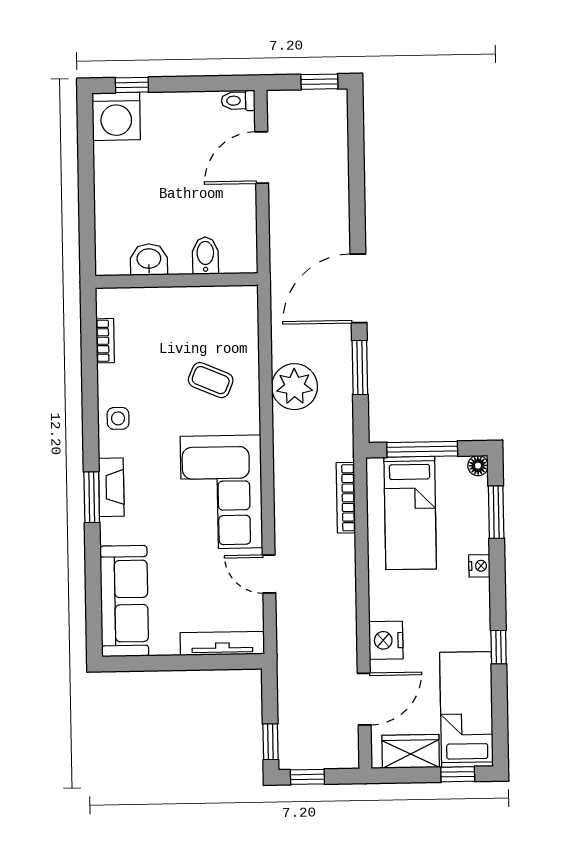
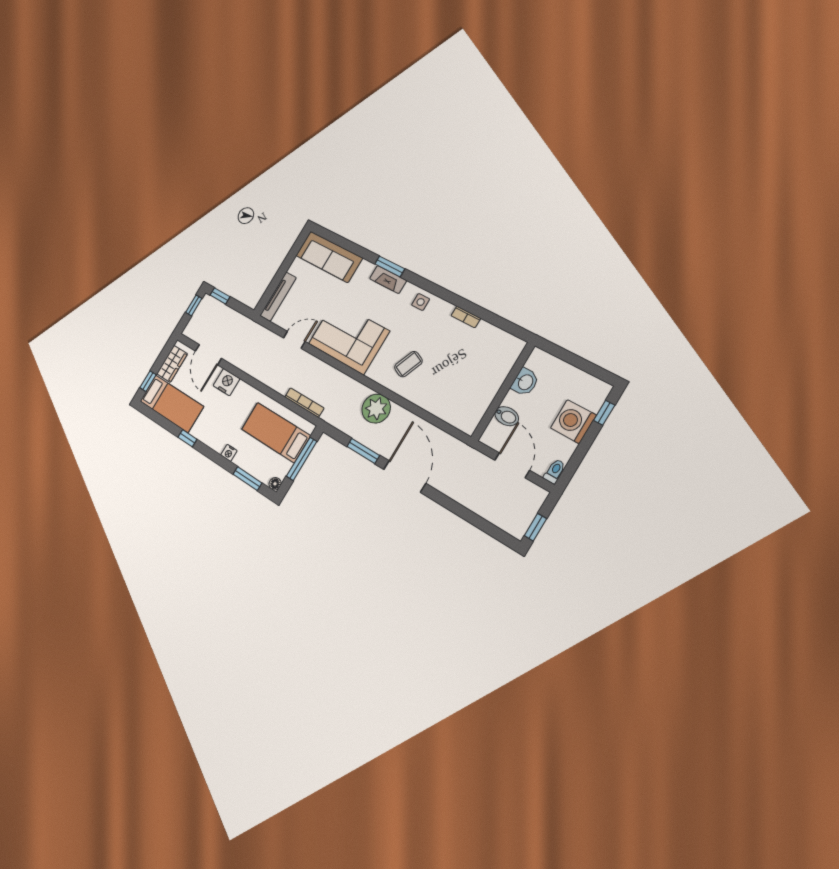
washing machine: (116, 116) -> (573, 422), moved
bidet: (205, 256) -> (507, 416), moved
washbasin: (149, 259) -> (525, 382), moved
wall: (177, 280) -> (503, 391), moved

